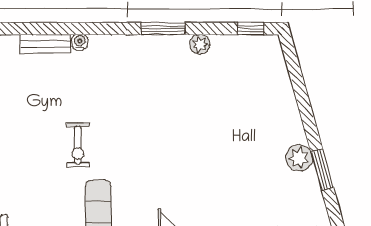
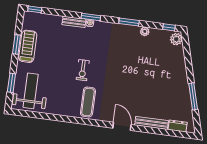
window: (80, 29) -> (91, 17), added
plant: (299, 158) -> (176, 39), moved
window: (322, 170) -> (193, 96), width x1.44

